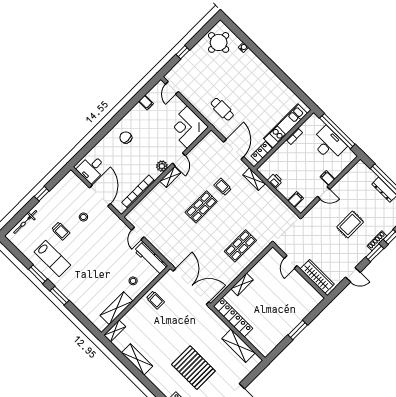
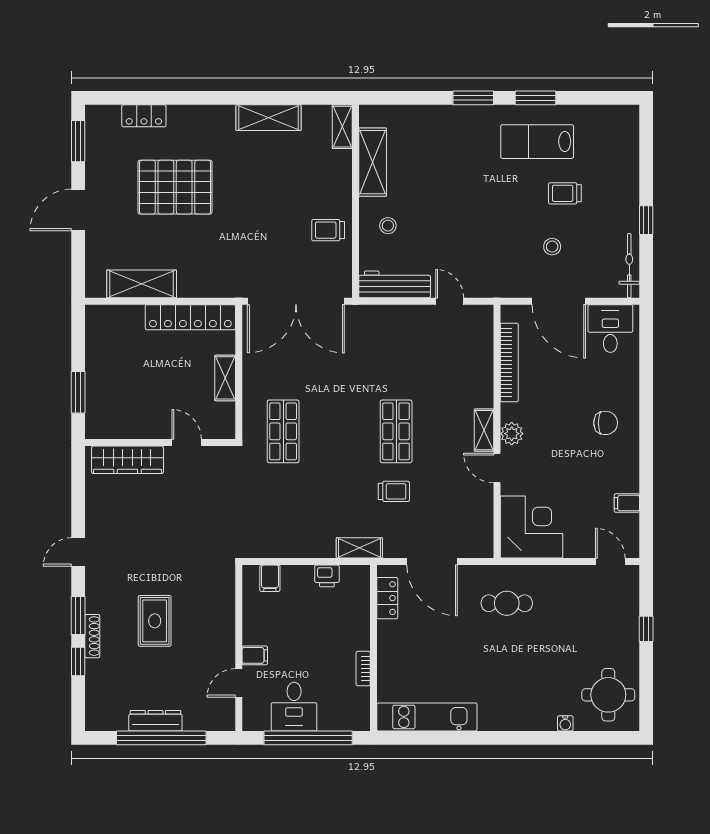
kitchen unit: (286, 126) -> (427, 717), moved, turned -90
desk: (329, 144) -> (294, 707), width x0.73
door: (324, 193) -> (239, 683), moved
bicycle: (25, 222) -> (629, 266), moved
door: (291, 262) -> (187, 443), moved
wall: (300, 271) -> (160, 443), moved
wardrobe: (317, 276) -> (127, 460), moved

